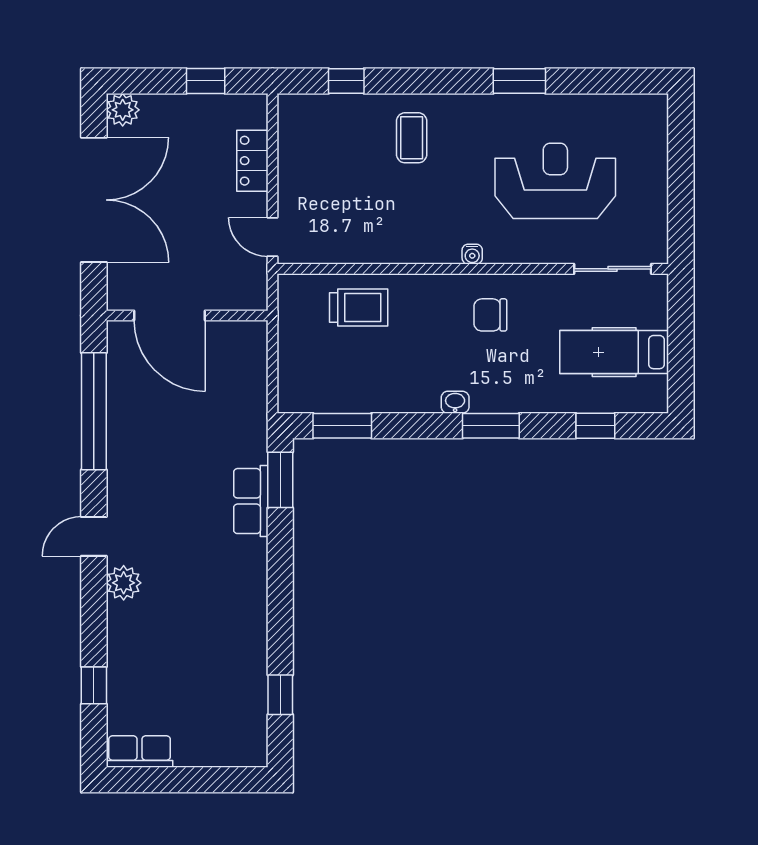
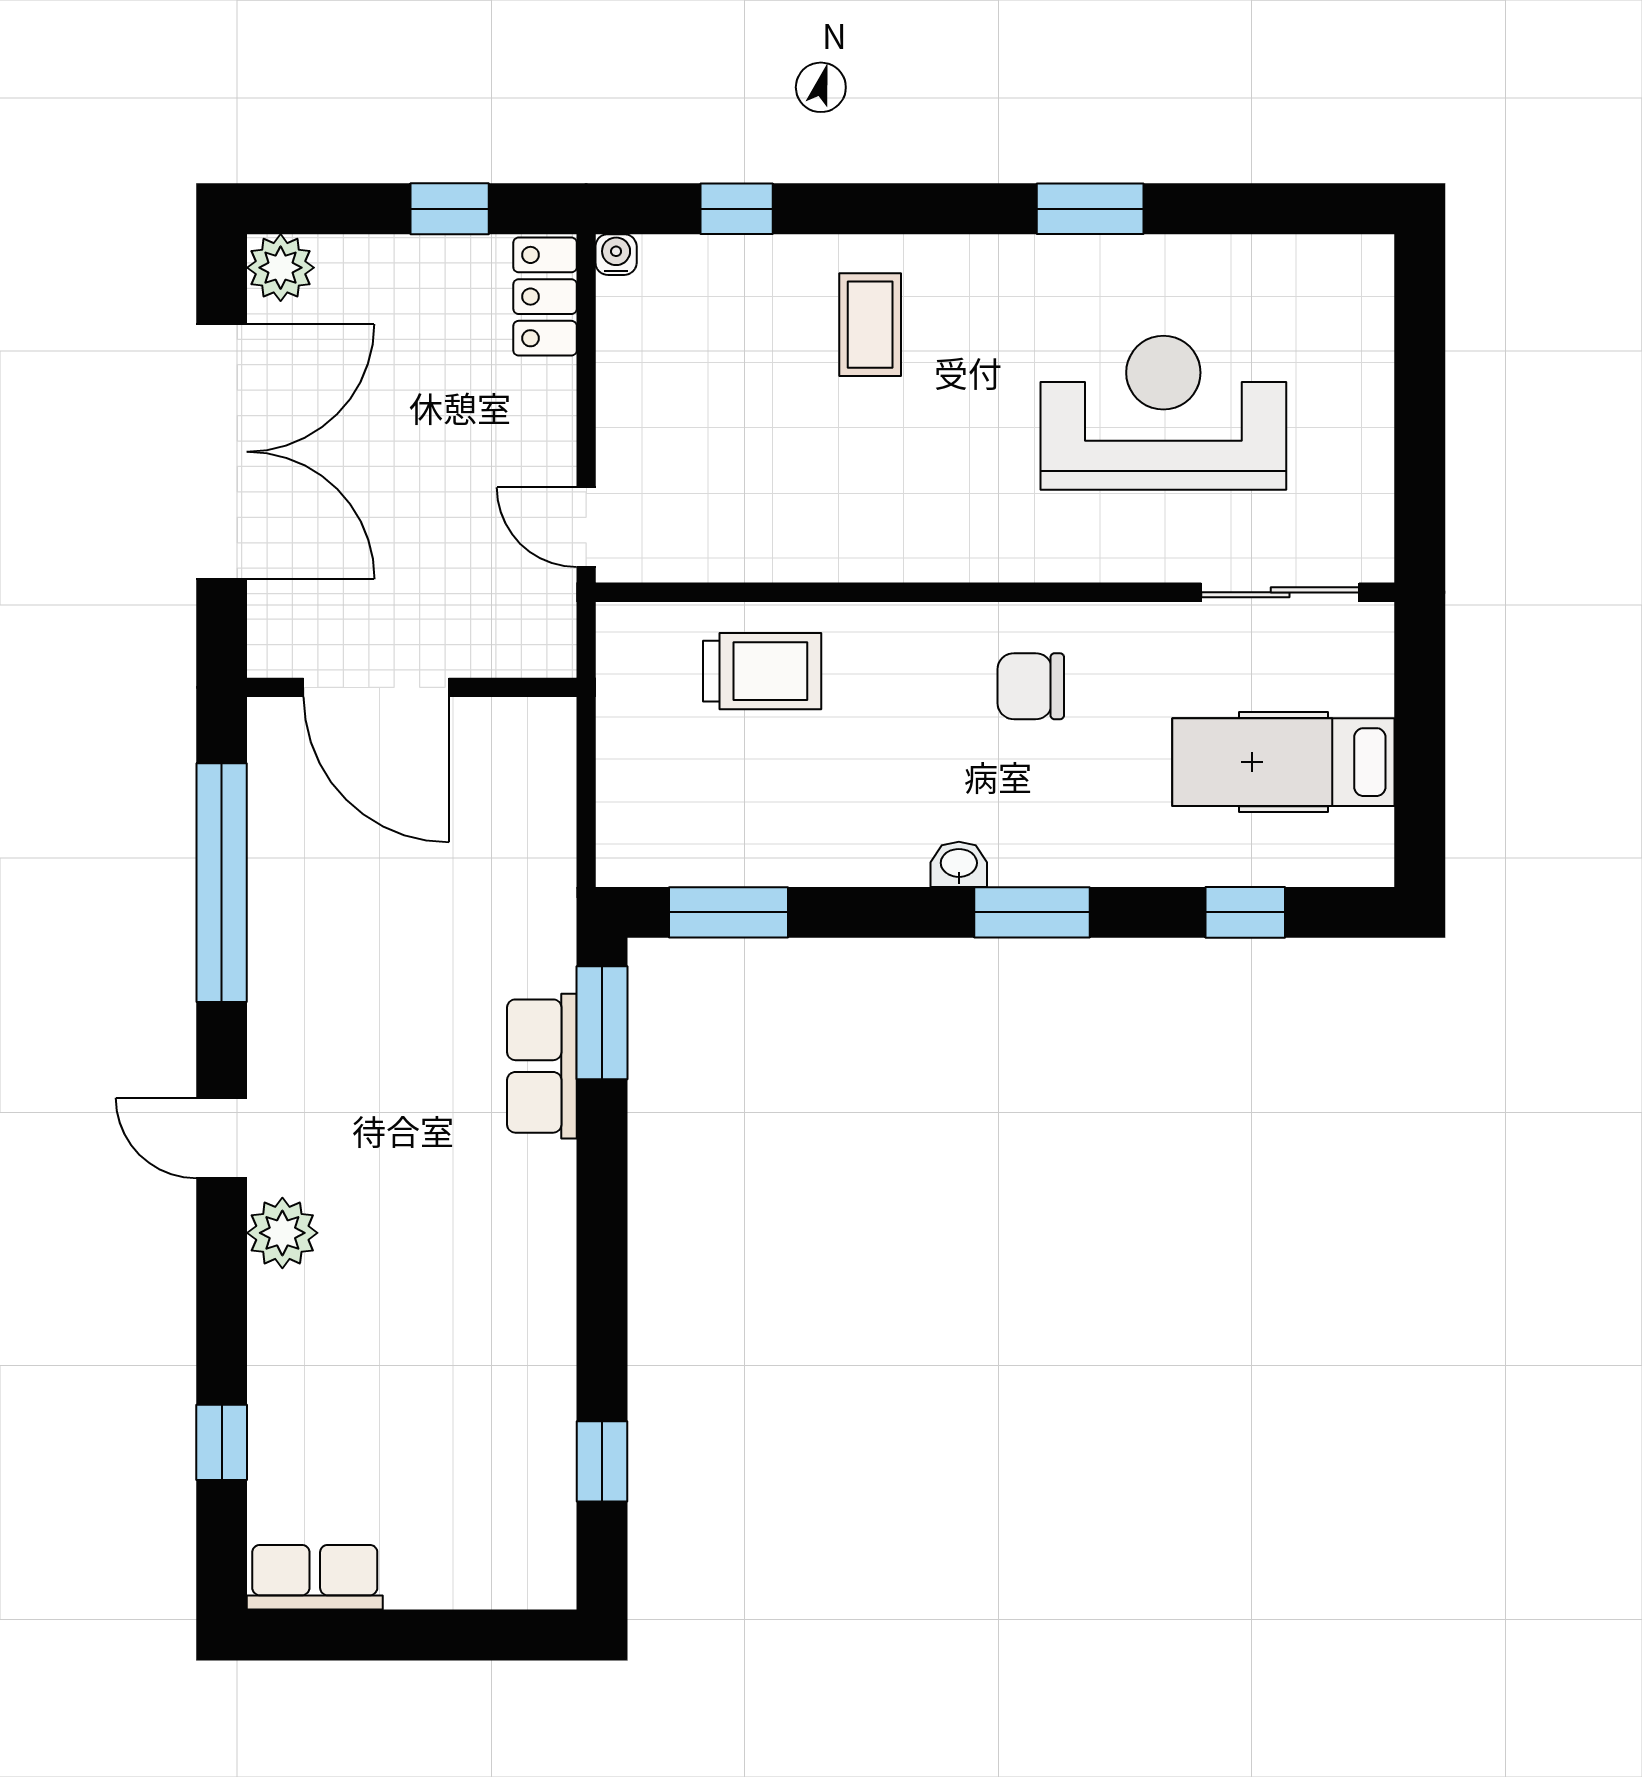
locker: (252, 161) -> (545, 297), moved
water cooler: (472, 254) -> (616, 255), moved, turned 180
door: (94, 536) -> (222, 1138), hinge flipped

